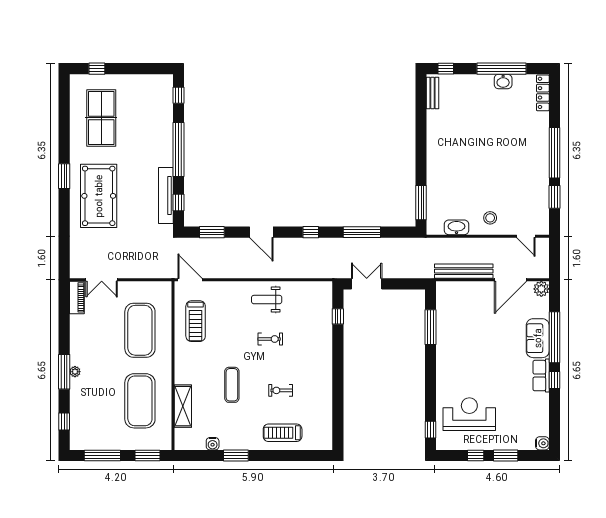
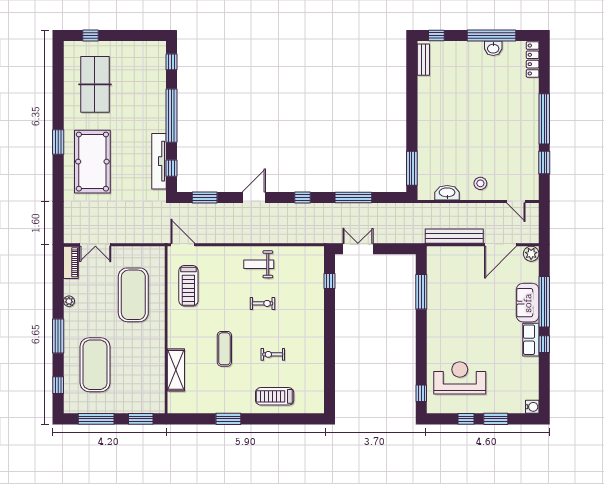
door: (261, 232) -> (254, 197), swing flipped
plant: (75, 372) -> (69, 301), moved
exercise mat: (140, 401) -> (95, 365), moved
water cooler: (213, 444) -> (205, 407), removed

